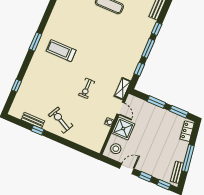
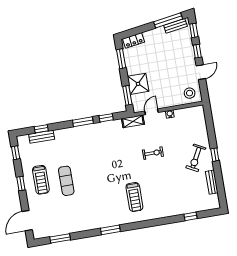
window: (157, 29) -> (41, 129), moved
window: (35, 42) -> (110, 230), moved
window: (156, 102) -> (127, 95), moved
shower: (123, 129) -> (138, 84), moved
window: (37, 130) -> (215, 155), moved
window: (188, 158) -> (168, 20), moved
door: (127, 169) -> (201, 72), swing flipped

